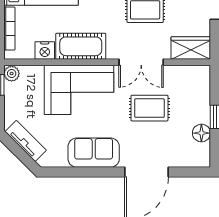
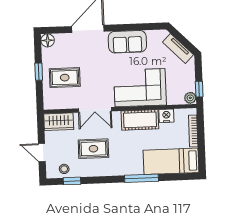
double door: (141, 62) -> (95, 110), swing flipped
rug: (149, 108) -> (65, 78), moved
floor lamp: (201, 133) -> (48, 40), moved

